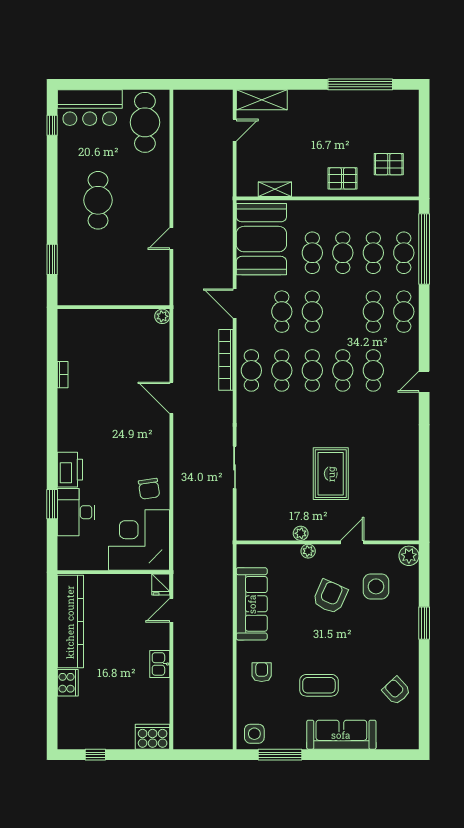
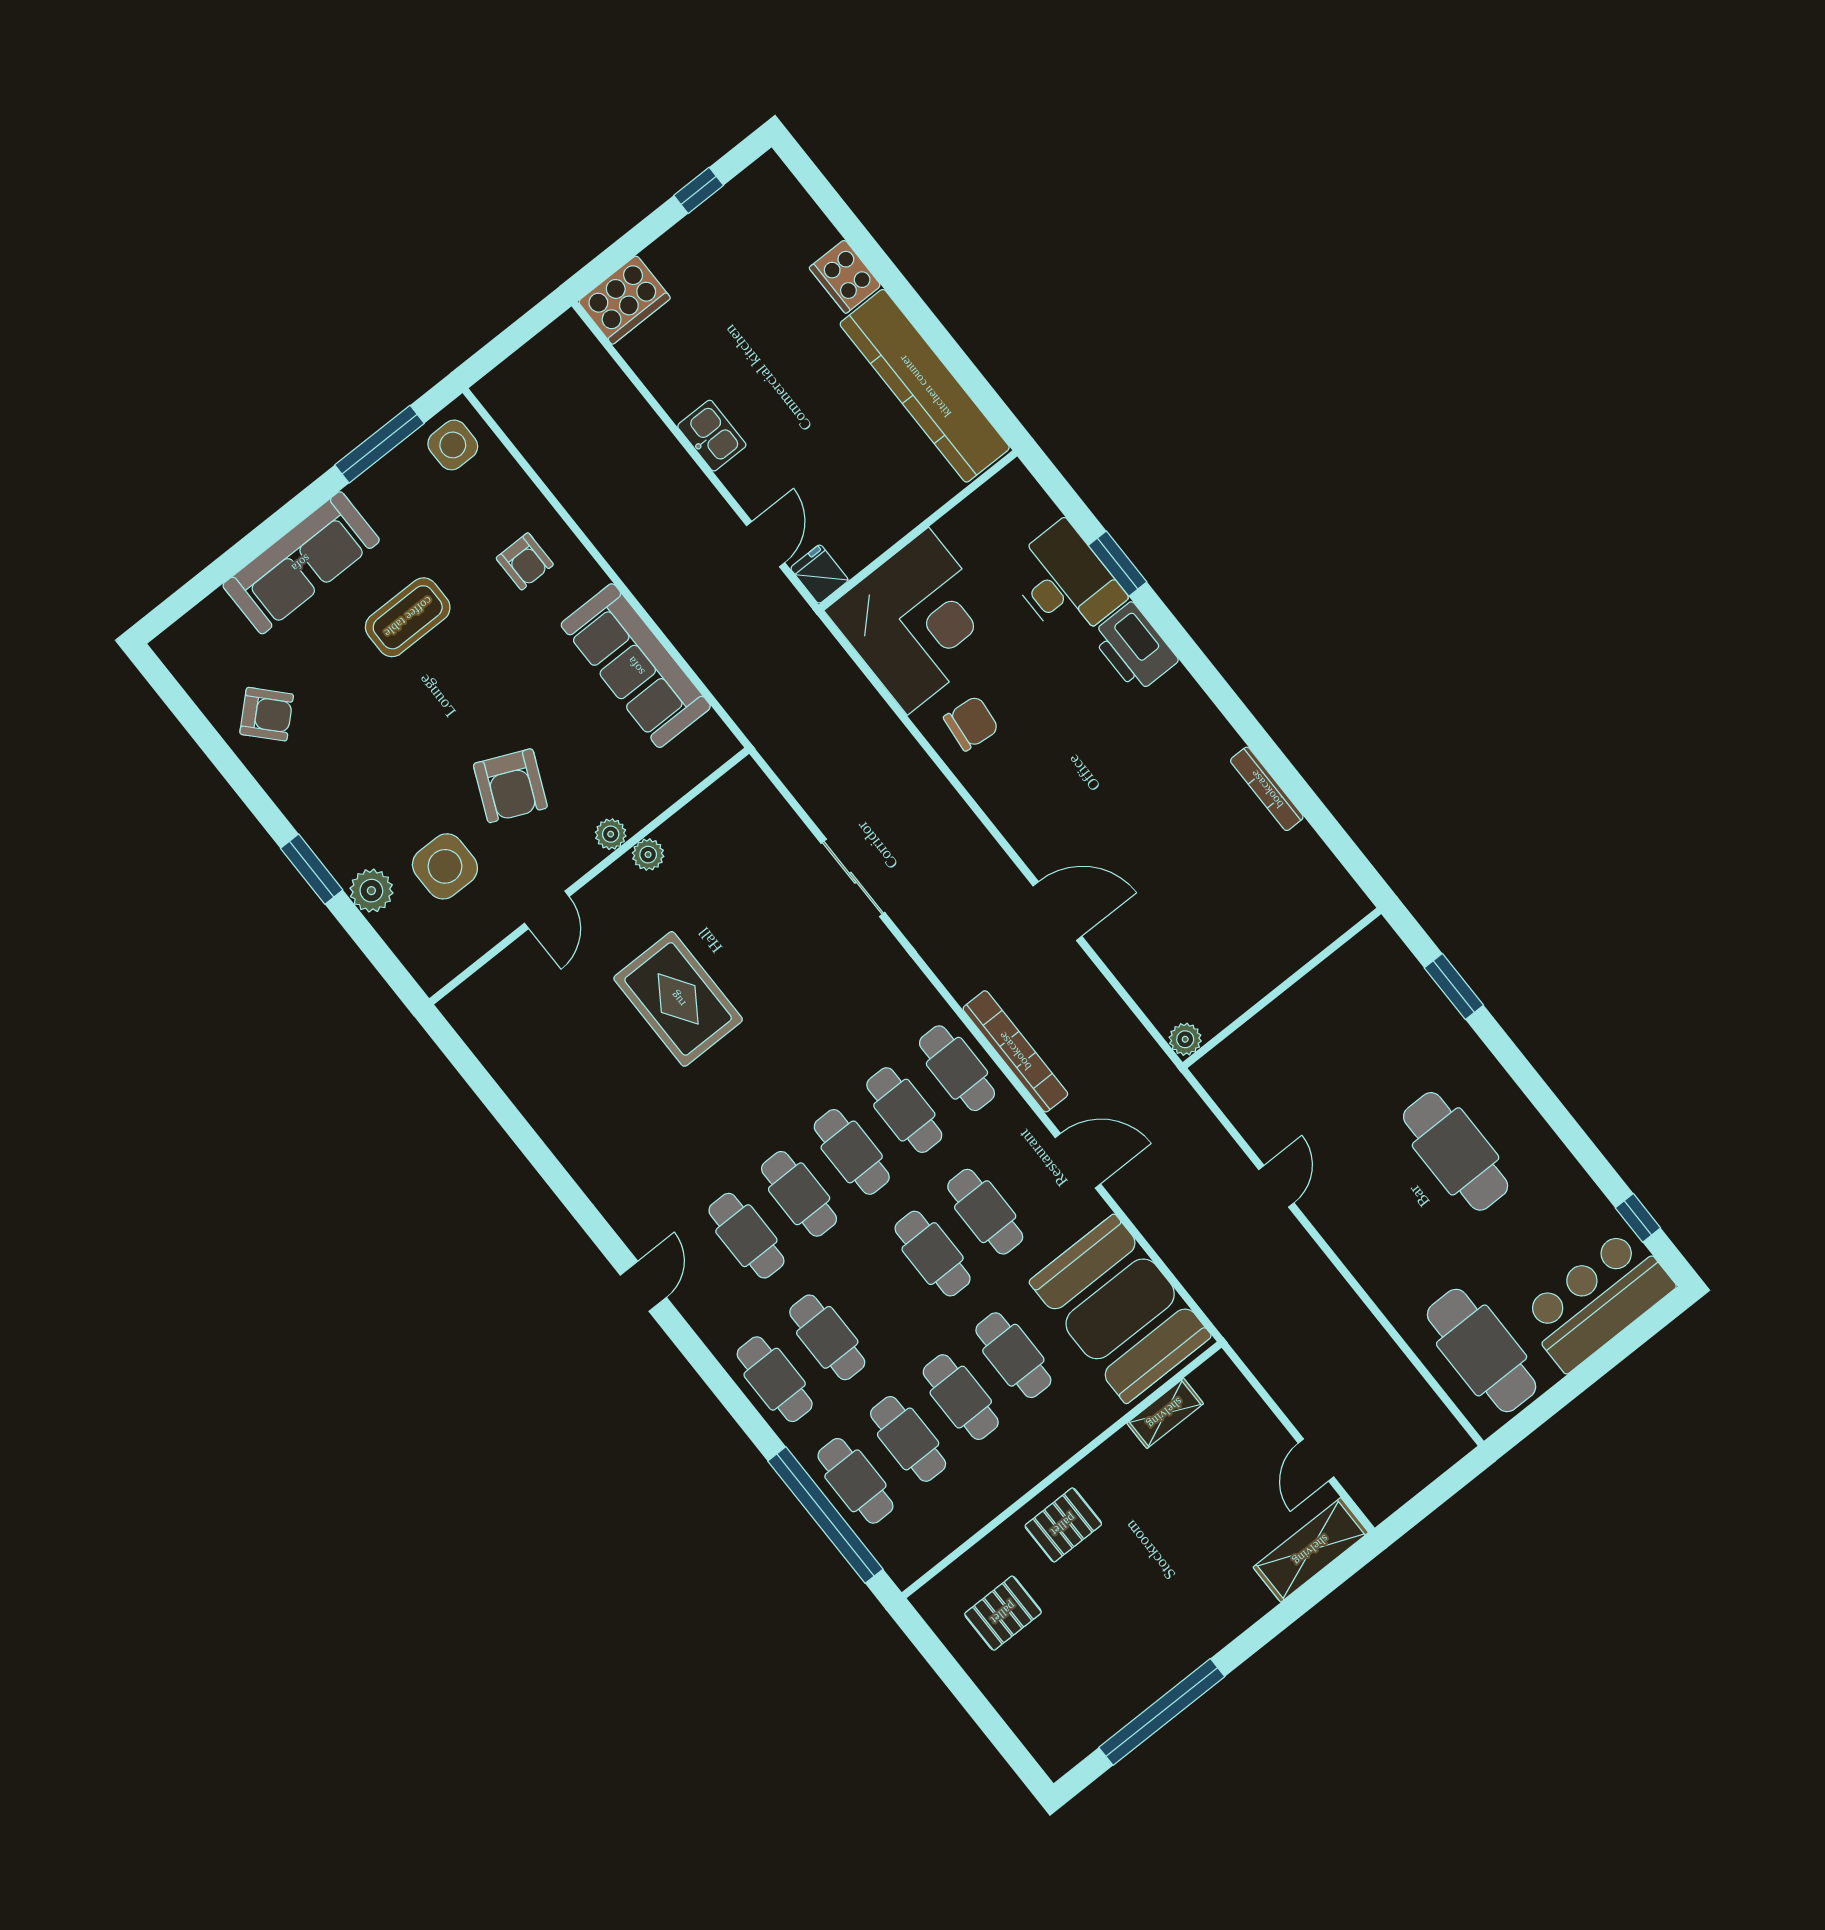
bookcase: (63, 375) -> (1267, 789), width x1.56
chair: (149, 489) -> (971, 723), turned 104
plant: (409, 556) -> (371, 891), moved

